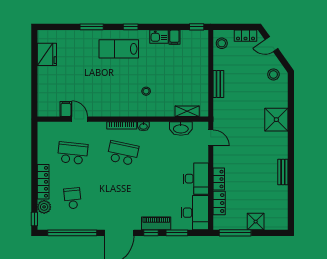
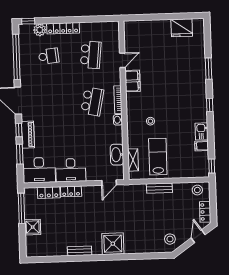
lab bench: (119, 49) -> (158, 157), moved
filing cabinet: (66, 109) -> (133, 81), moved, width x2.00
shower: (276, 120) -> (113, 244), moved

